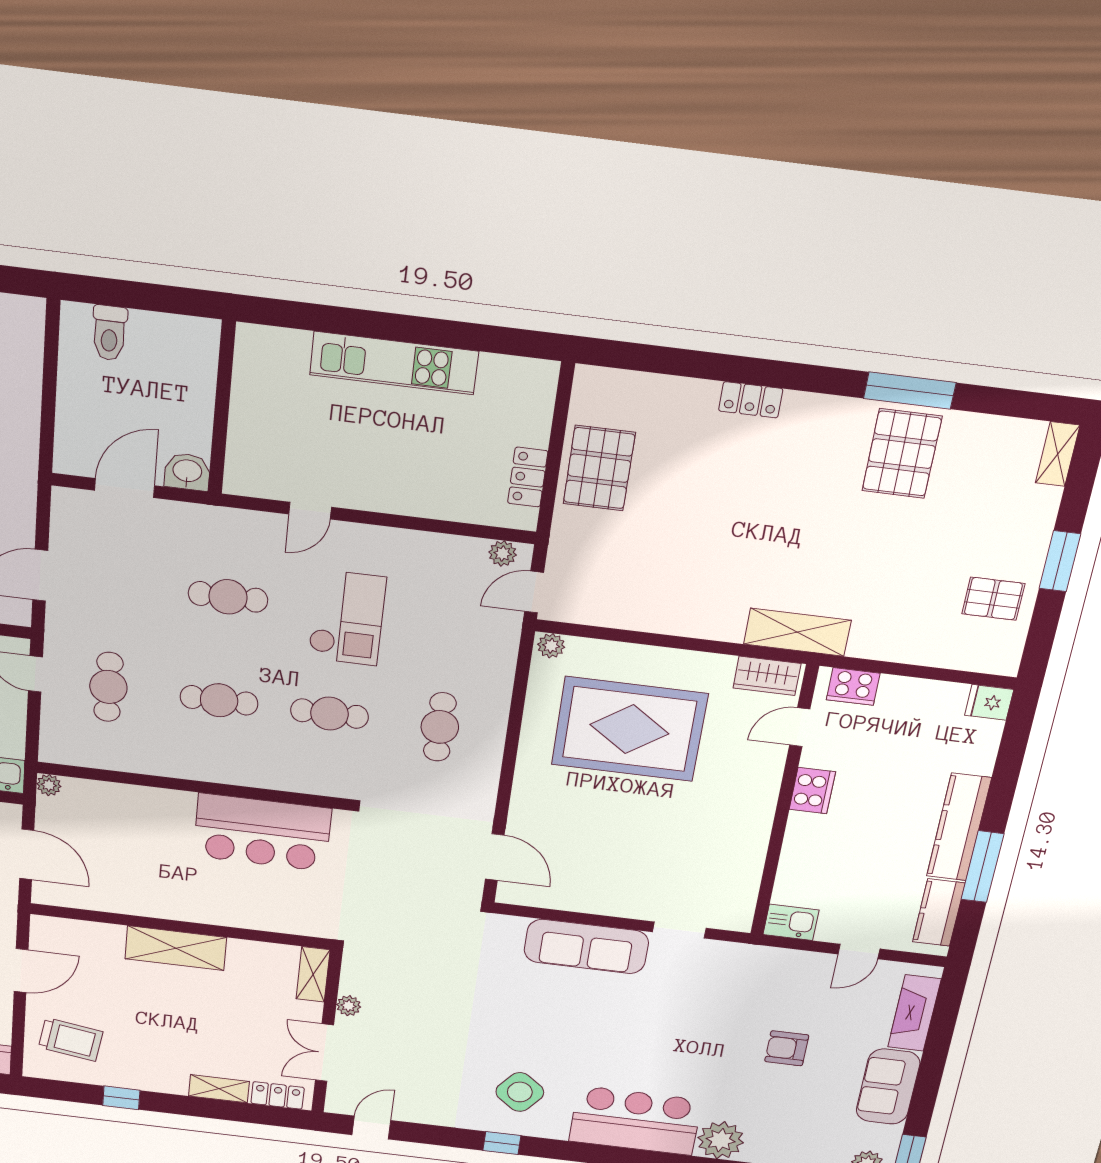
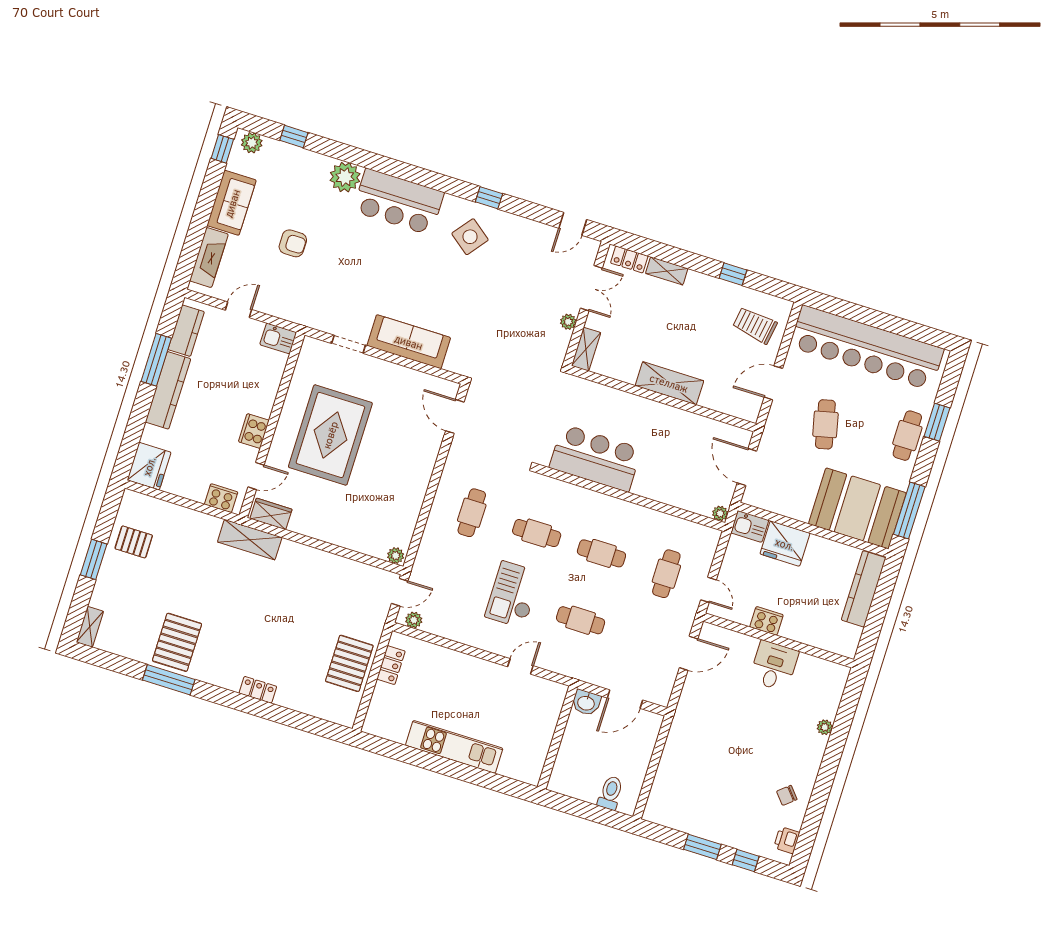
fridge: (989, 702) -> (149, 466), width x1.88, depth x1.34
rug: (629, 729) -> (330, 435), moved, turned 90

